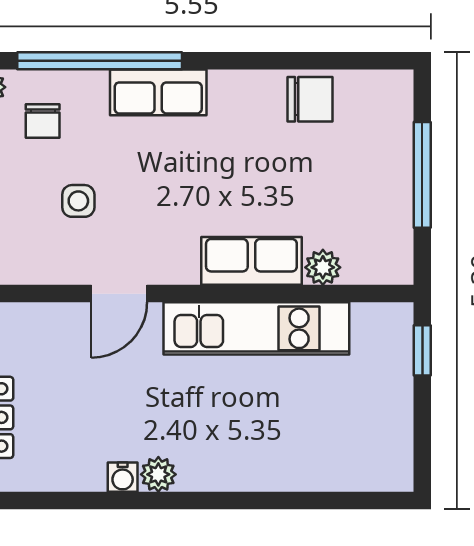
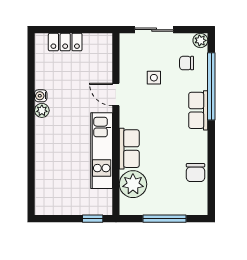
plant: (323, 267) -> (133, 184), width x1.87, depth x1.87

